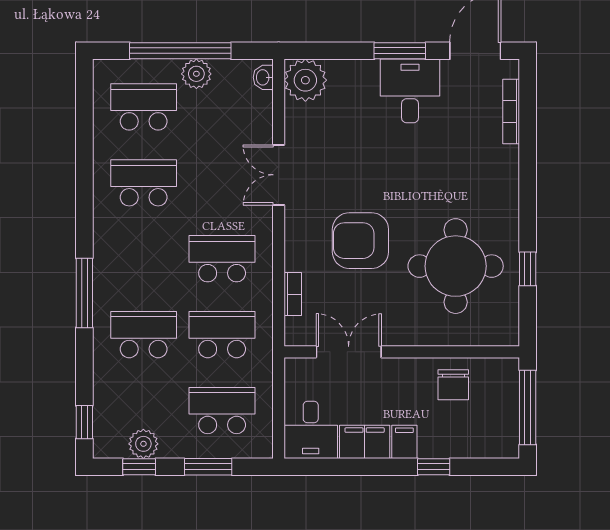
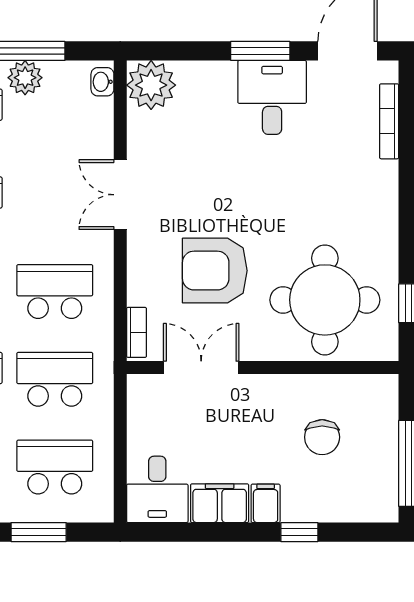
double door: (349, 352) -> (201, 367), moved
wall: (402, 352) -> (263, 367), moved

